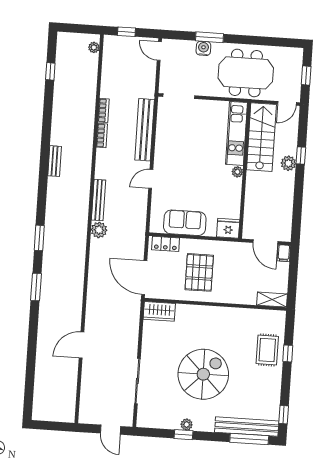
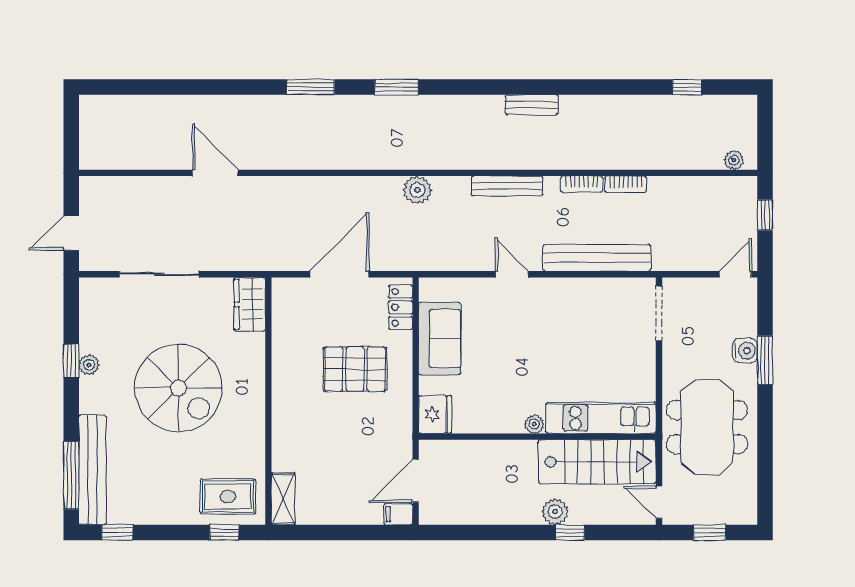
bench: (99, 200) -> (507, 186), moved
shelving: (272, 300) -> (283, 499), moved
wall: (215, 304) -> (268, 401), moved
wardrobe: (159, 311) -> (250, 304), moved

